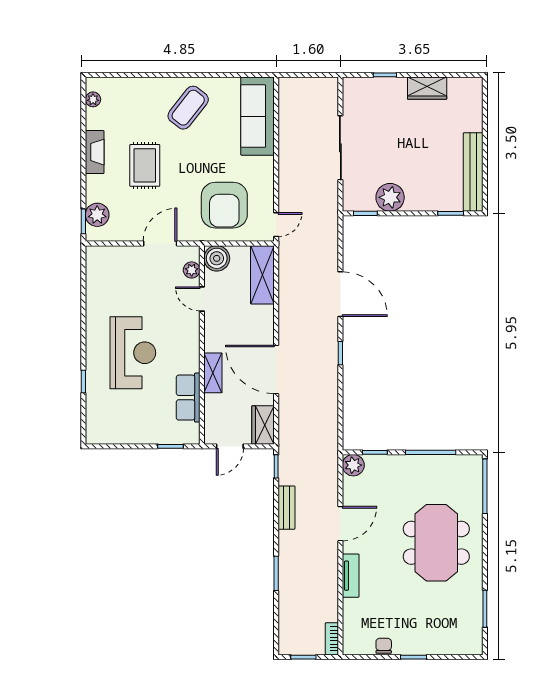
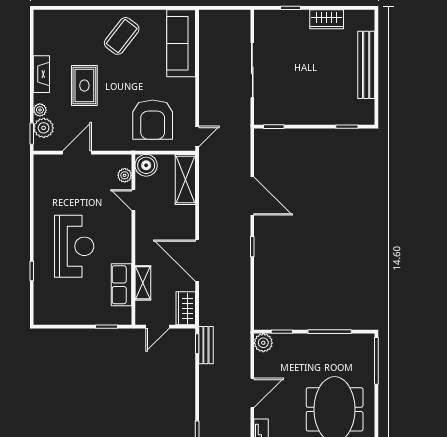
plant: (93, 99) -> (40, 110), moved
bench: (473, 172) -> (366, 65), moved
plant: (390, 197) -> (295, 113), removed
door: (160, 244) -> (77, 153), moved
shelving: (213, 373) -> (143, 283), moved
bench: (286, 508) -> (206, 345), moved

